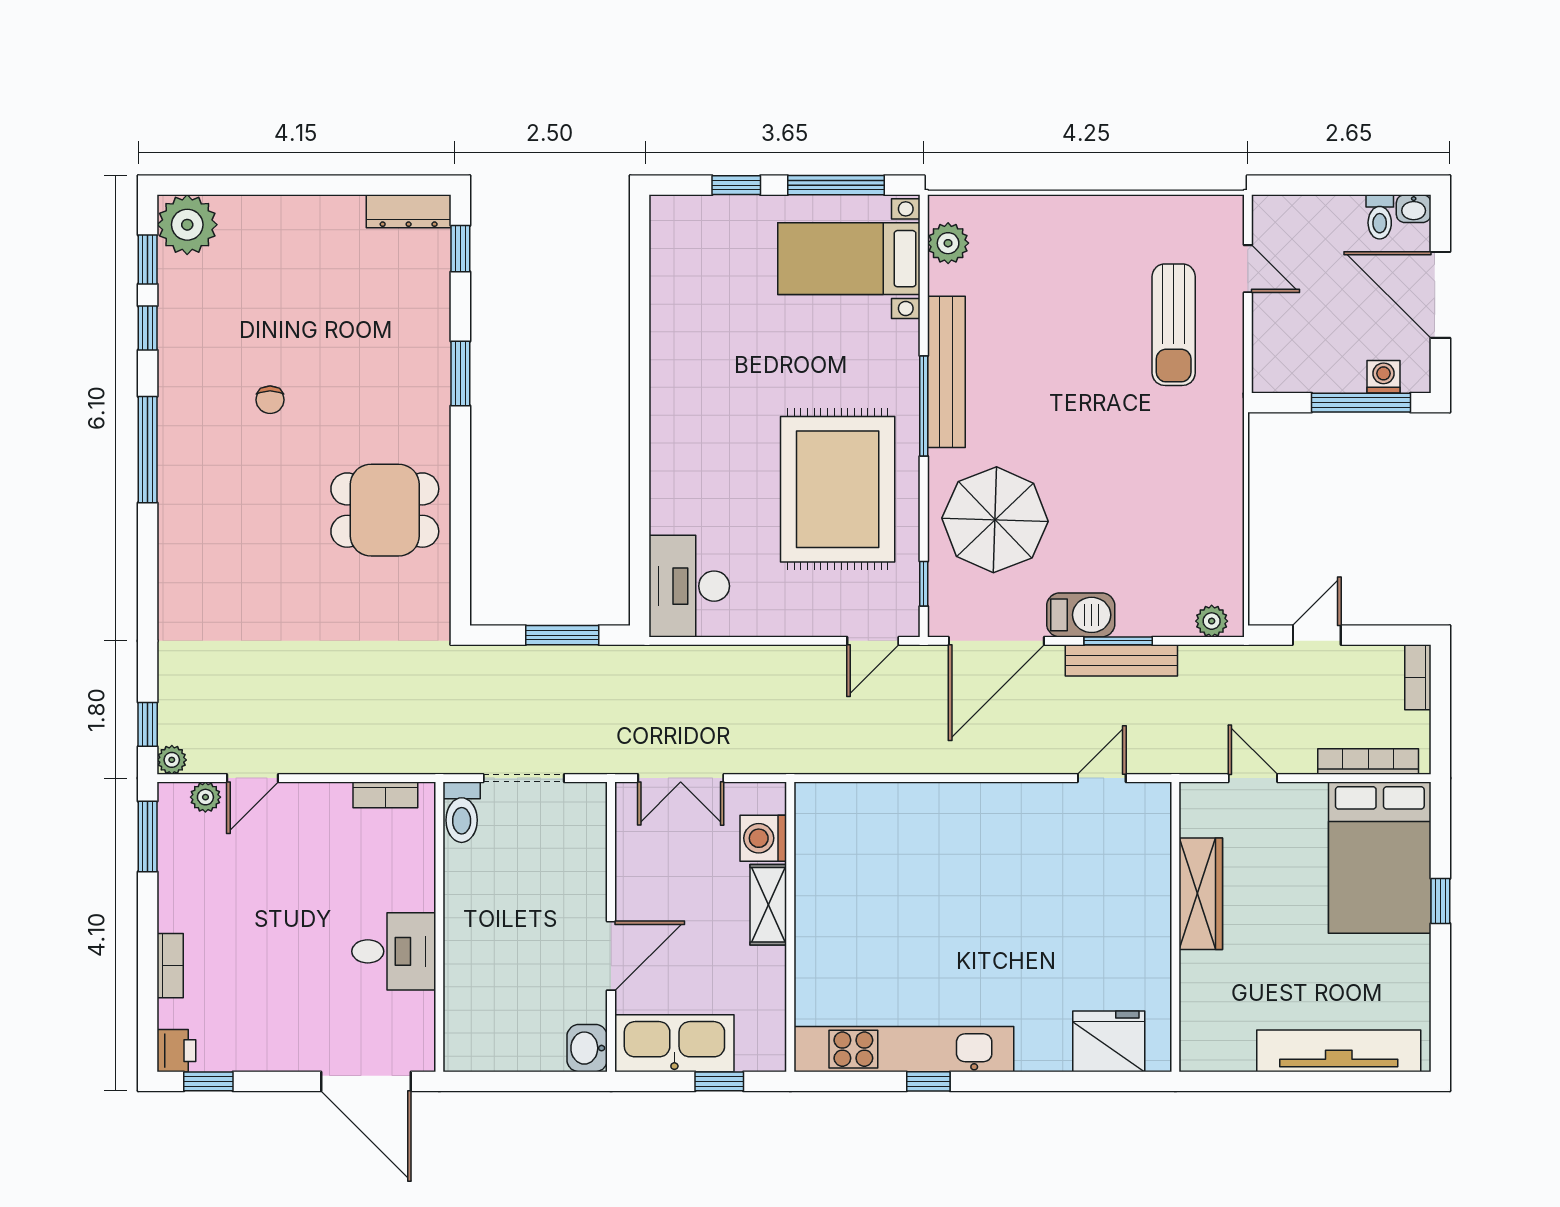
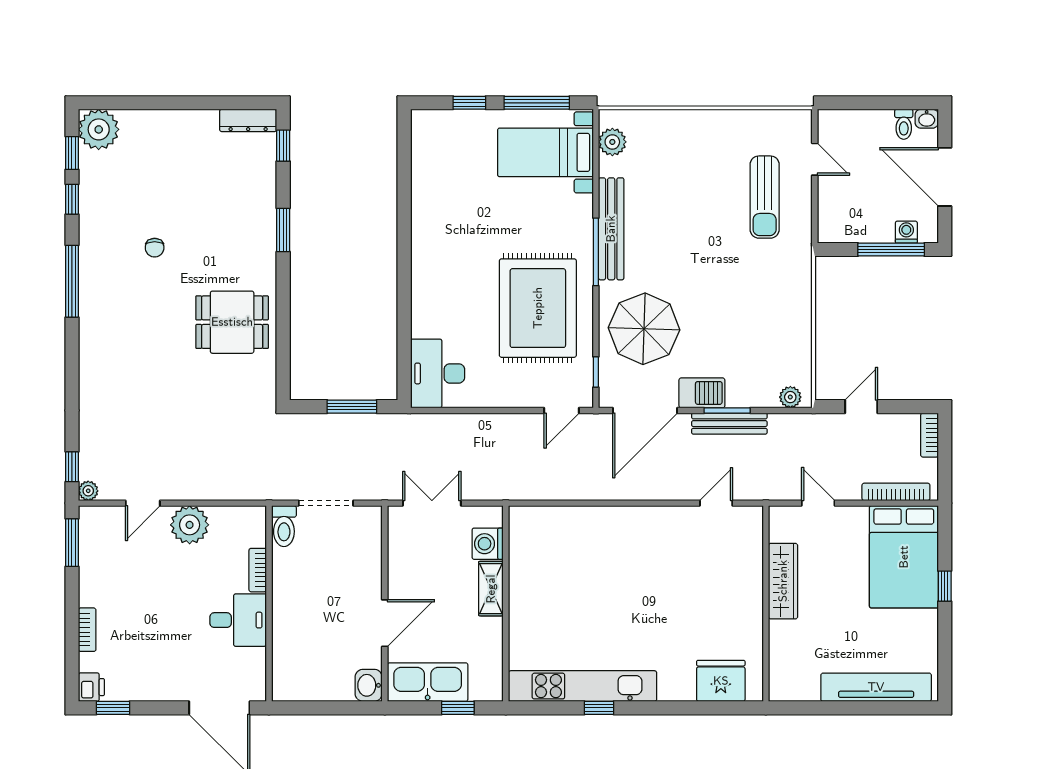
double door: (681, 778) -> (432, 503), swing flipped
bookcase: (385, 795) -> (258, 570), moved, turned 90
plant: (205, 797) -> (190, 525), moved, width x1.88, depth x1.88

